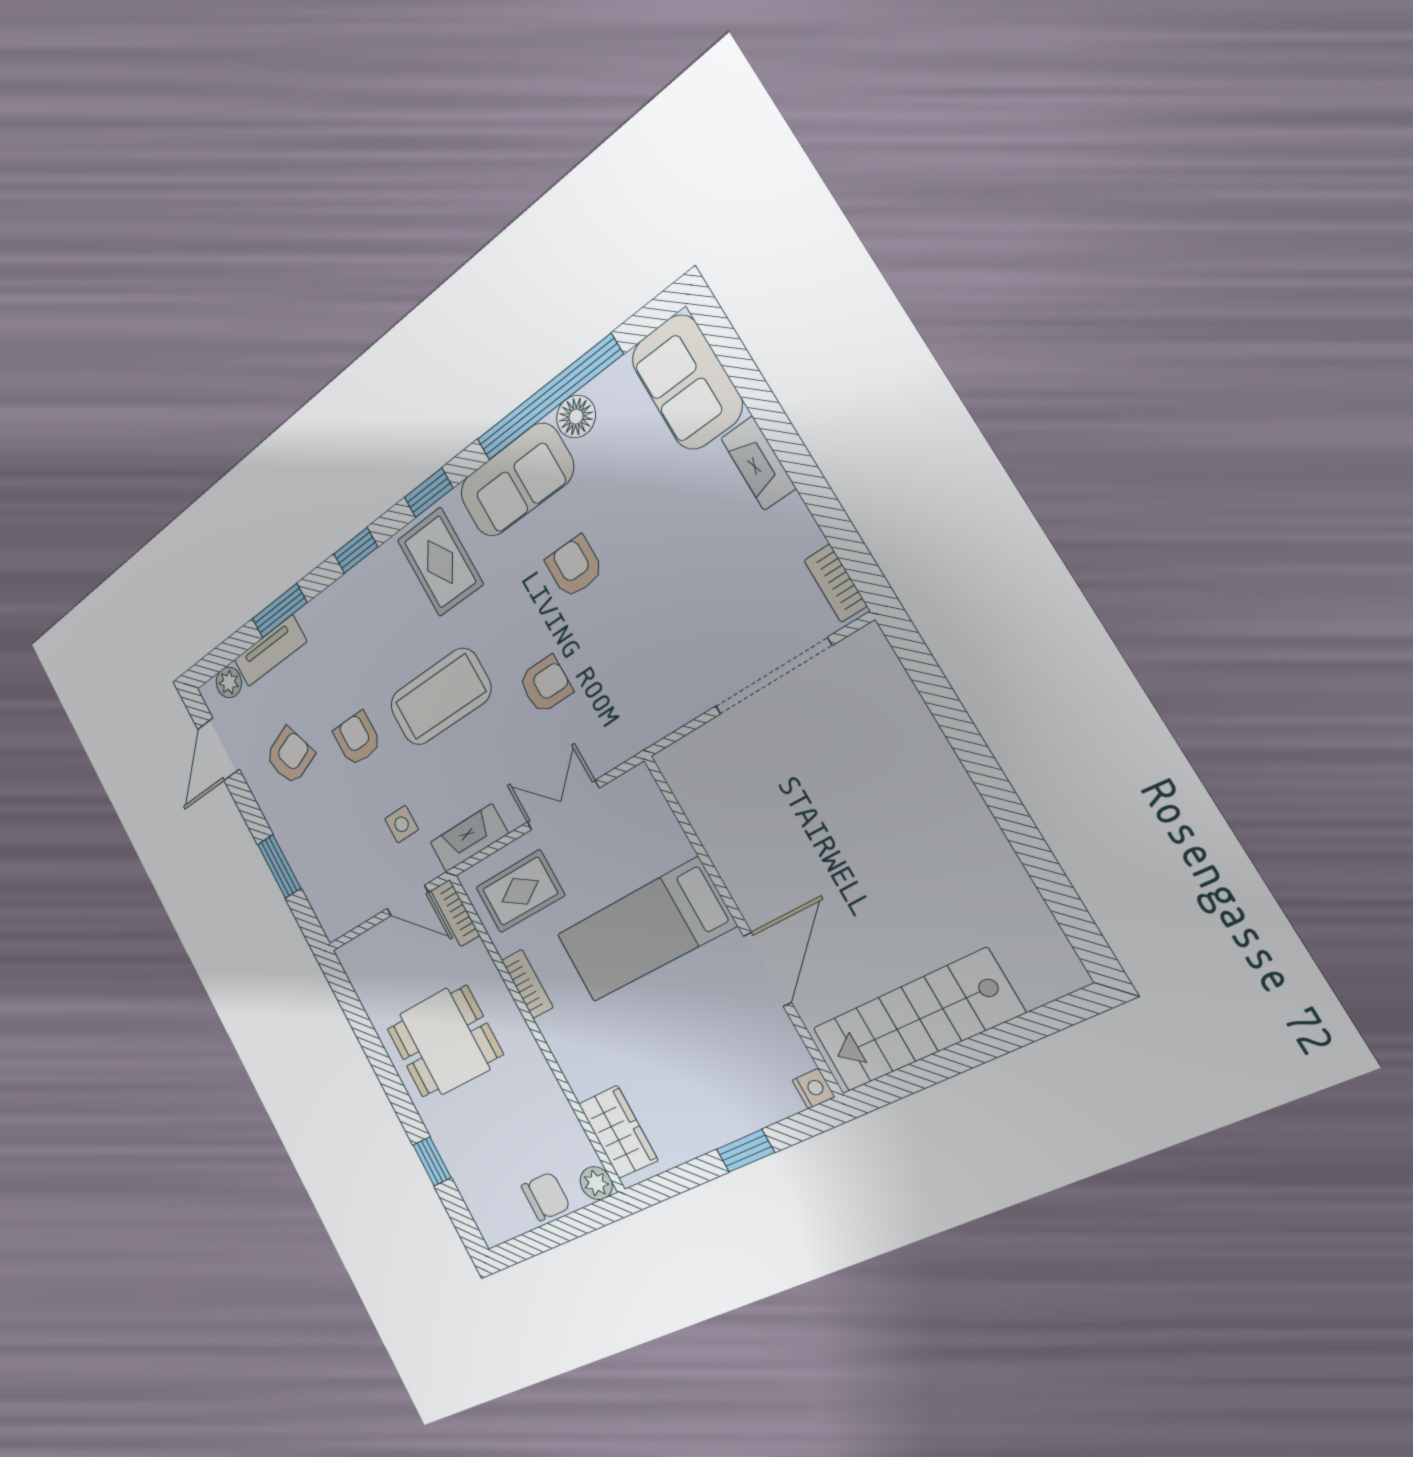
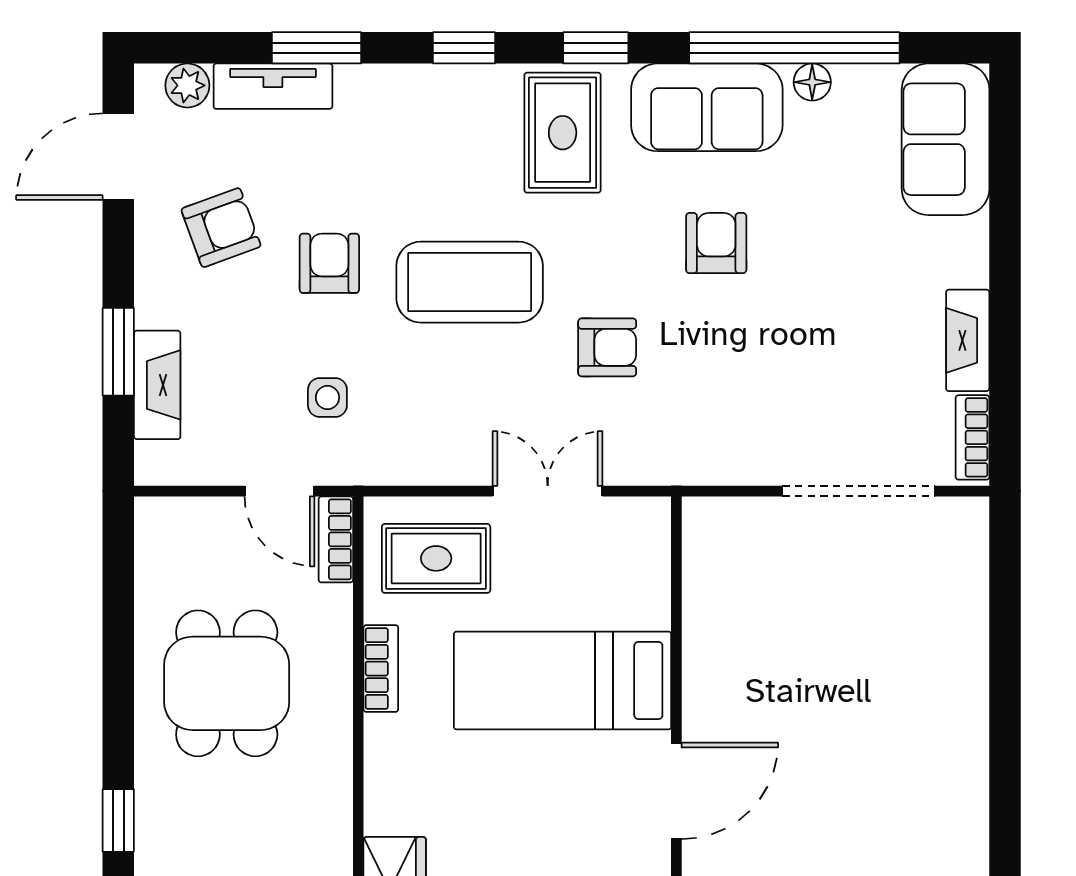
floor lamp: (576, 417) -> (812, 82), width x0.73, depth x0.73
fireplace: (758, 463) -> (968, 340), moved
fireplace: (469, 838) -> (157, 385), moved, turned 90
dining table: (444, 1042) -> (227, 683), turned 90

